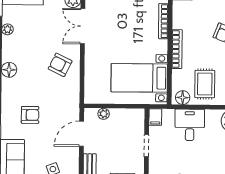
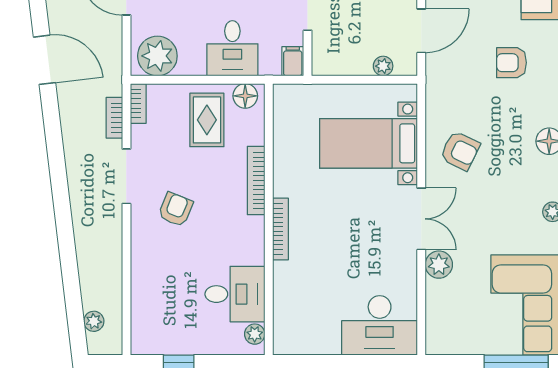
bed with nightstands: (139, 78) -> (369, 143), moved, turned 180

